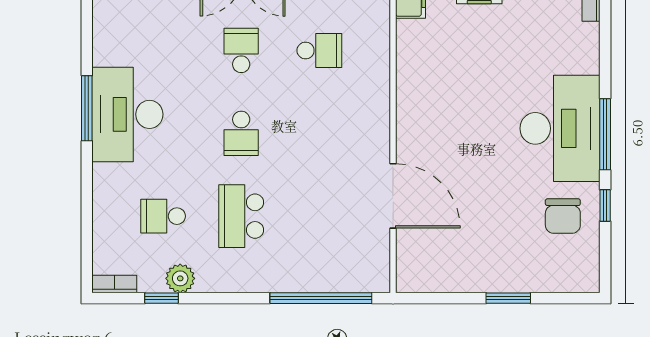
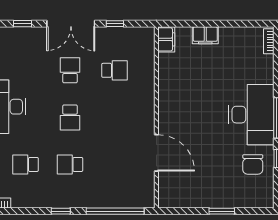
school desk: (241, 216) -> (70, 164), width x0.54
plant: (180, 278) -> (35, 200), removed
window: (162, 298) -> (61, 211), moved

